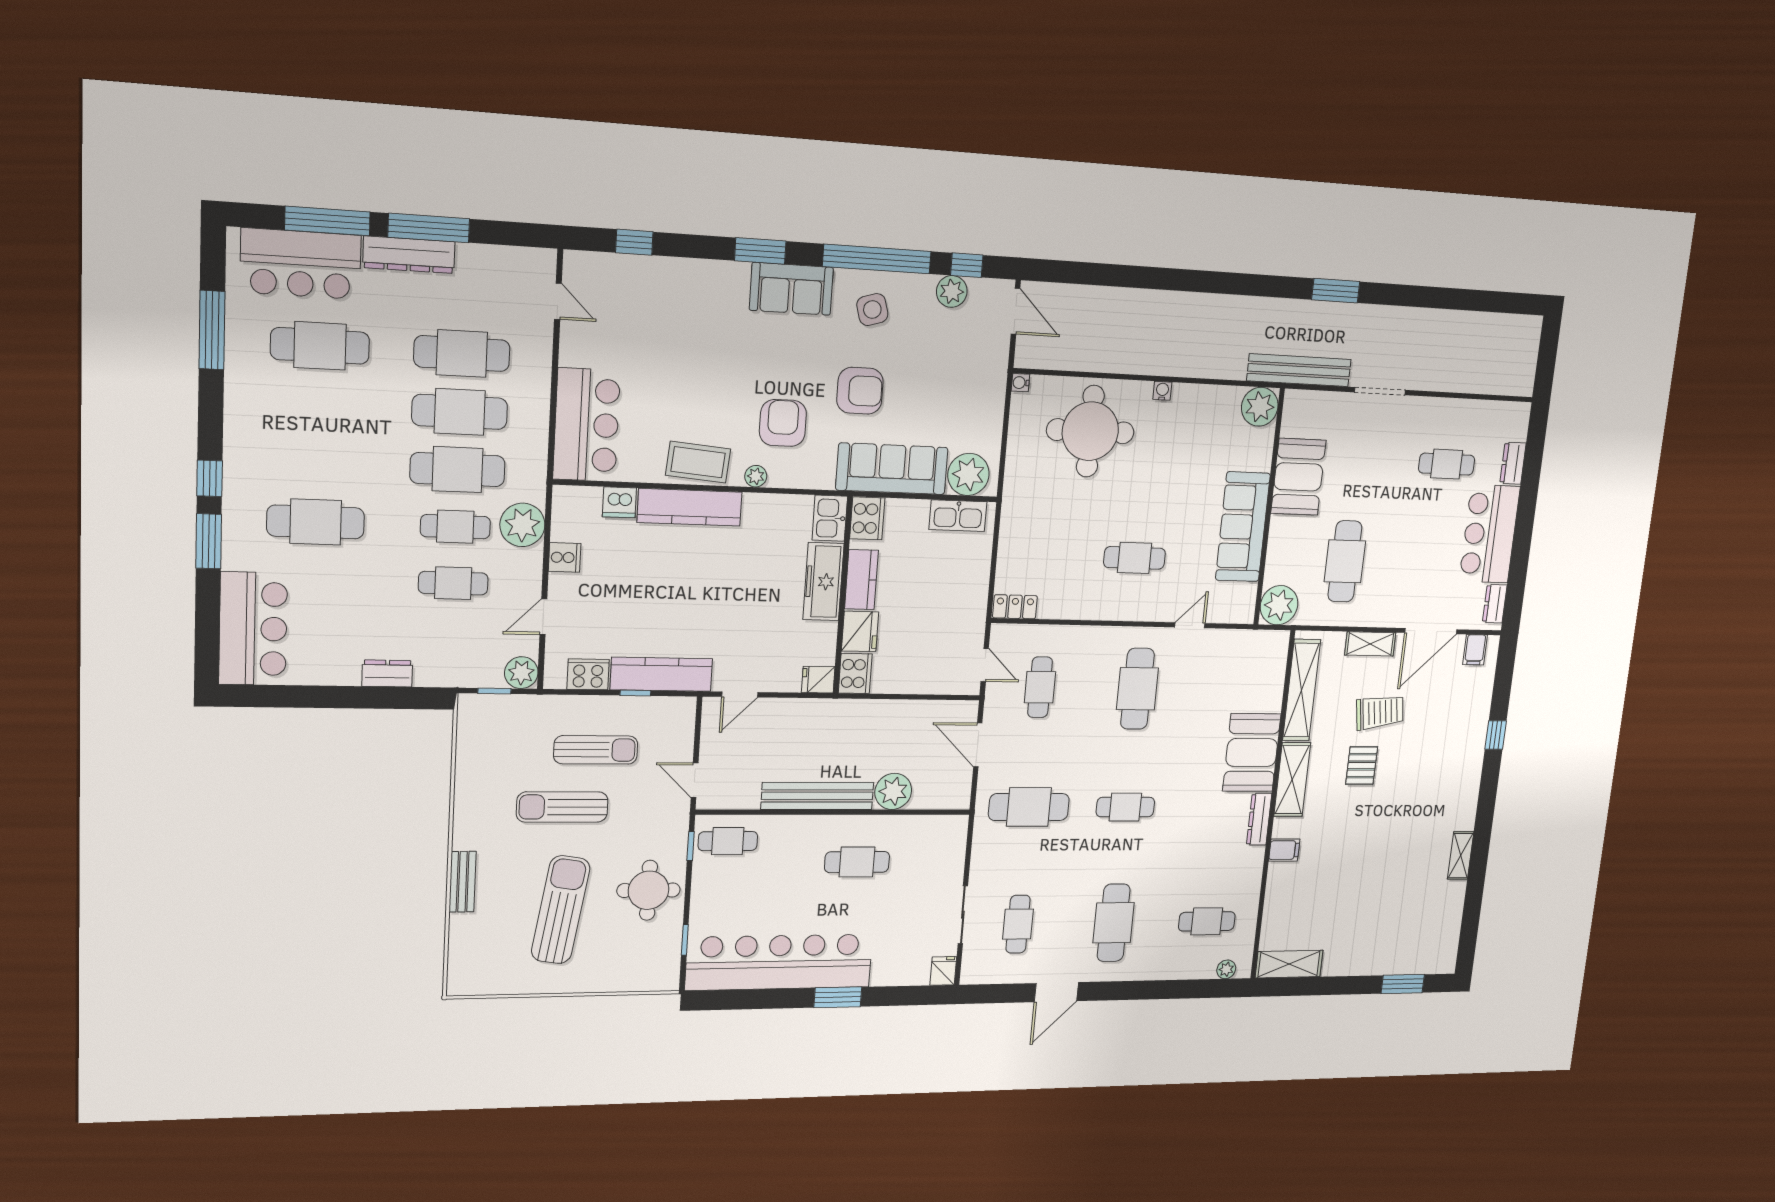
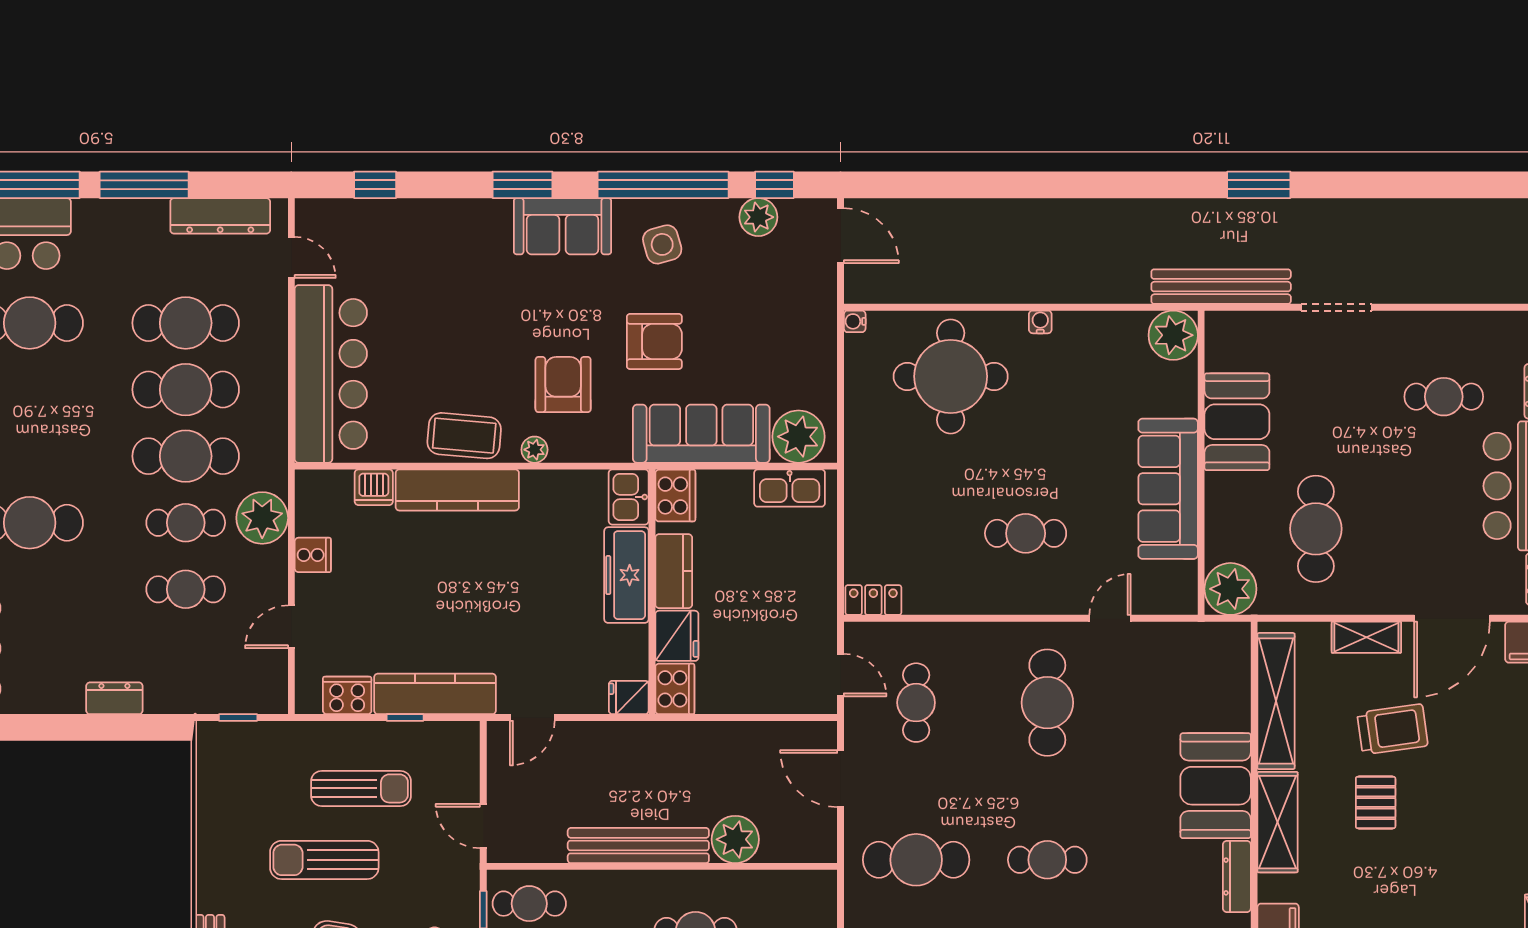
dresser: (409, 255) -> (220, 216), moved
bar counter: (587, 425) -> (331, 374), width x1.36
plant: (521, 673) -> (269, 695), removed

